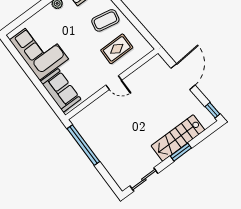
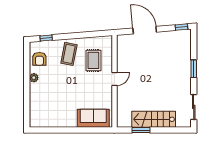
corner sofa: (39, 49) -> (55, 113), removed
stairs: (178, 138) -> (154, 119), moved, turned 90
window: (83, 145) -> (141, 130), width x0.47

